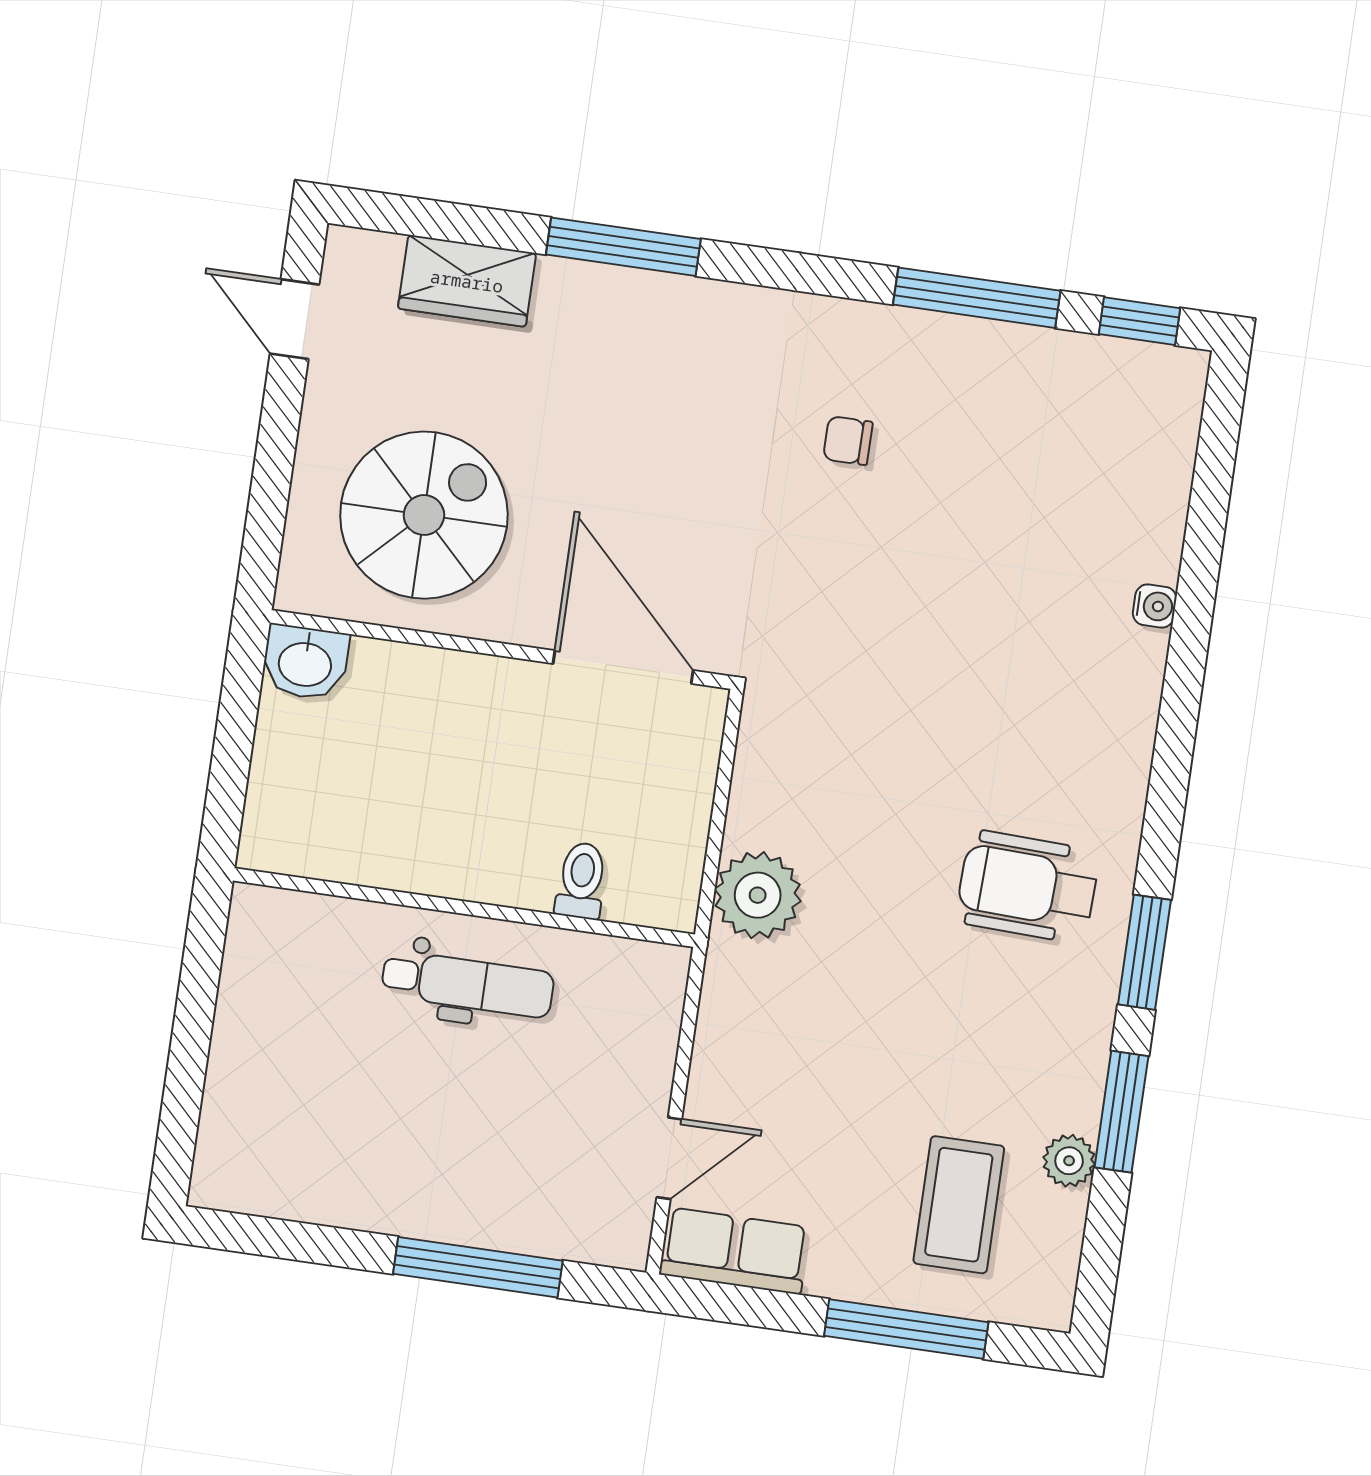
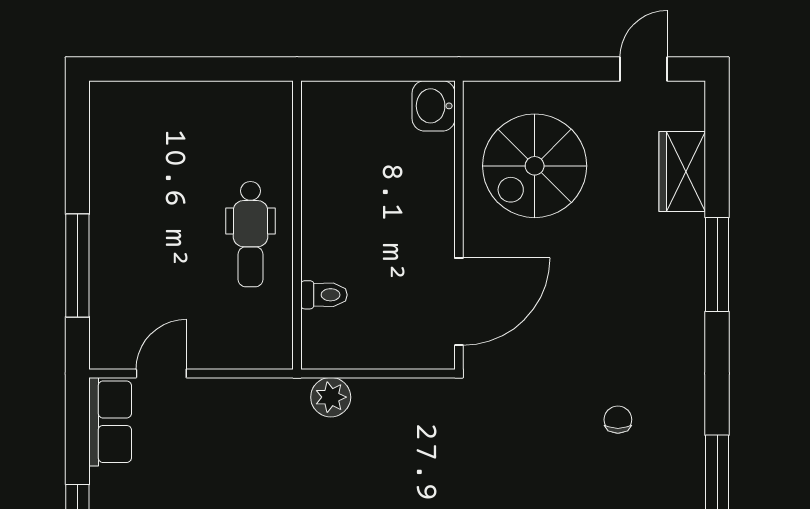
spiral stairs: (424, 515) -> (535, 166), turned 90
plant: (758, 895) -> (331, 397), width x0.73, depth x0.73
door: (669, 1158) -> (161, 373), swing flipped

